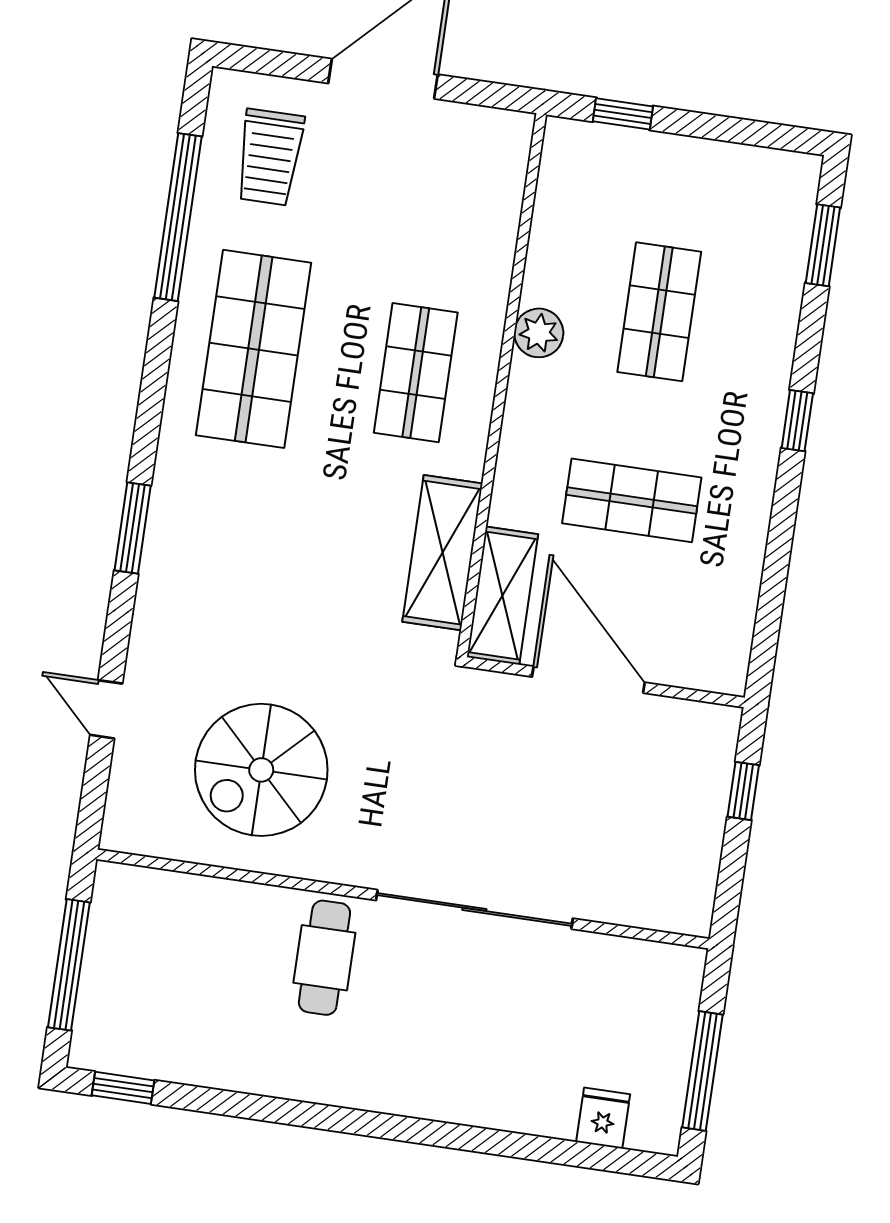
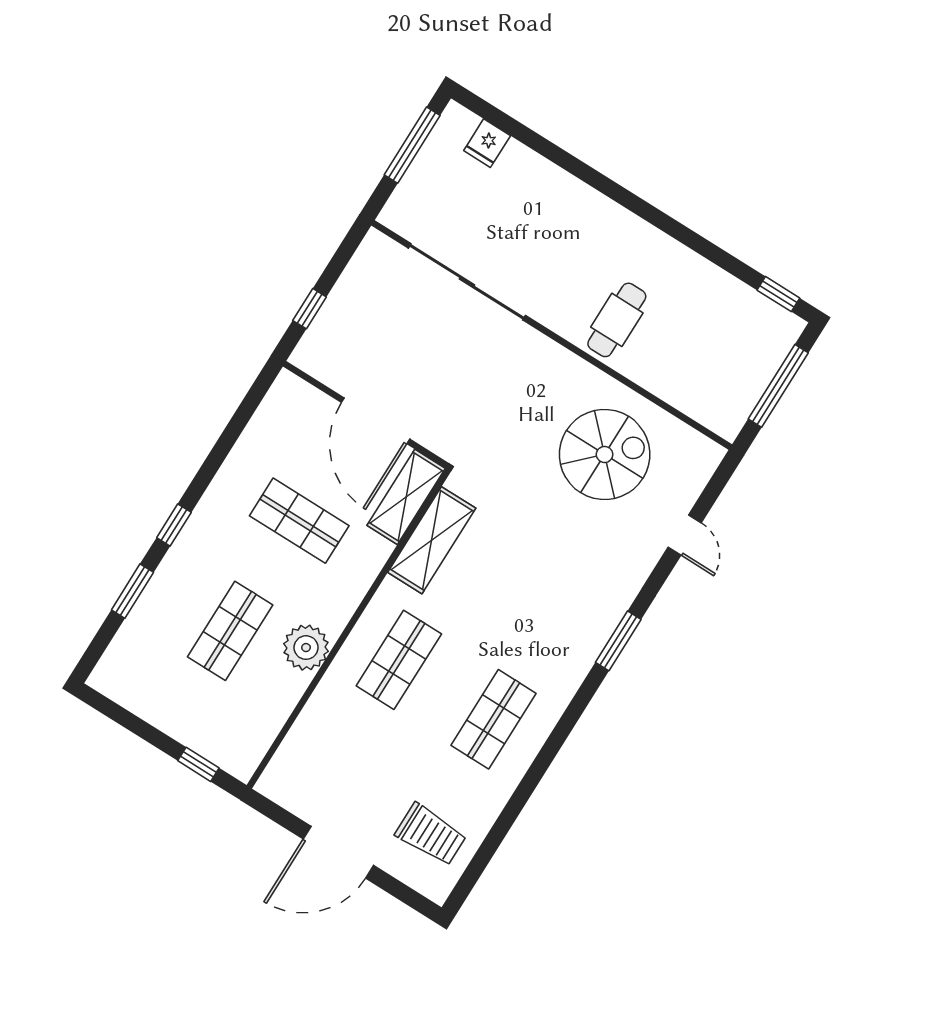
trolley: (270, 157) -> (431, 835), turned 90
window: (178, 217) -> (504, 822), removed
window: (823, 245) -> (132, 591), moved
plant: (539, 333) -> (306, 648), width x1.36, depth x1.36
shop shelf: (254, 349) -> (493, 719), width x0.70, depth x0.74
sliding door: (474, 909) -> (467, 282), moved

